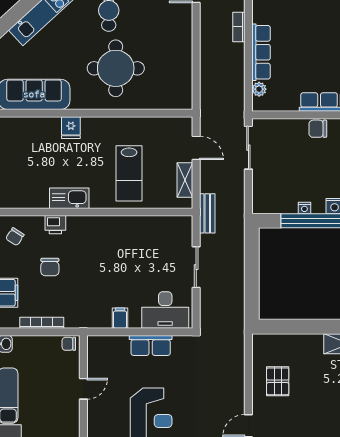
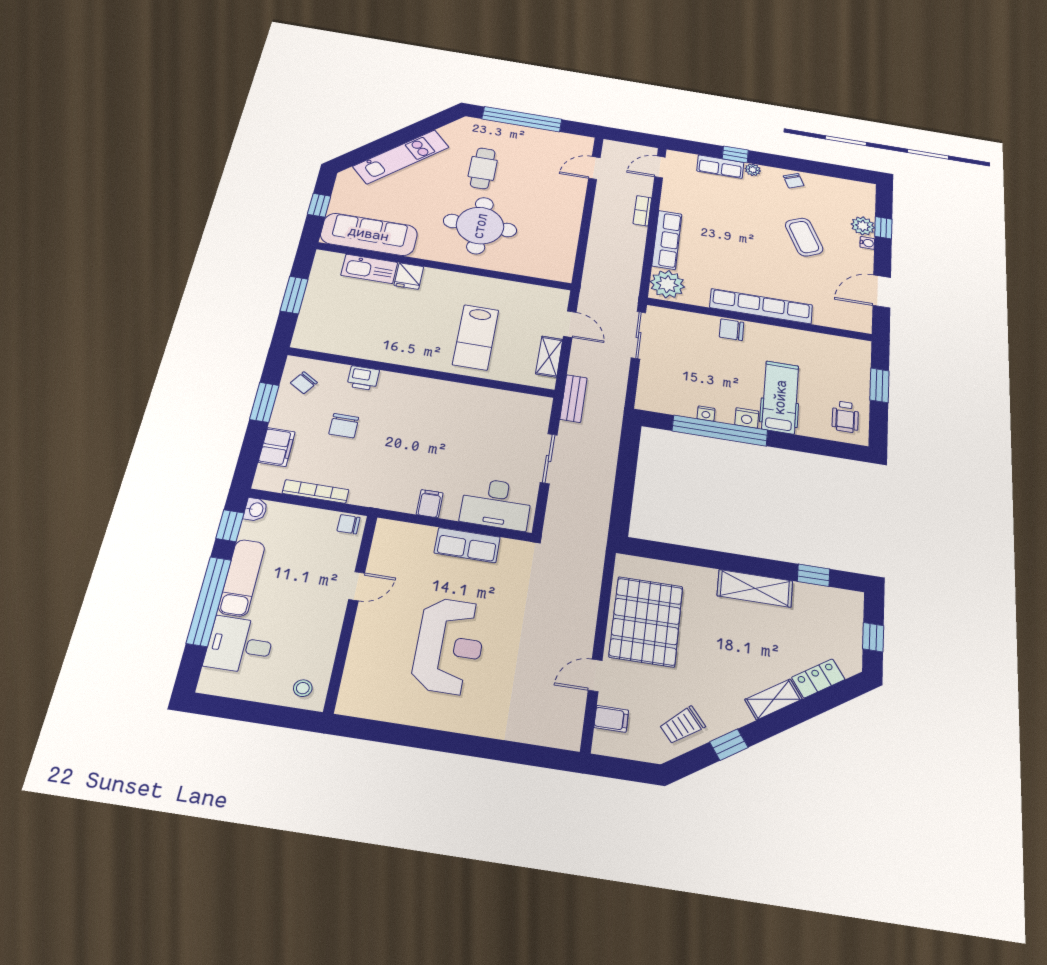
plant: (259, 89) -> (667, 284), width x1.88, depth x1.88
kitchen sink: (69, 198) -> (369, 269), moved, turned 180
pallet: (278, 381) -> (646, 621), width x2.05, depth x2.00

